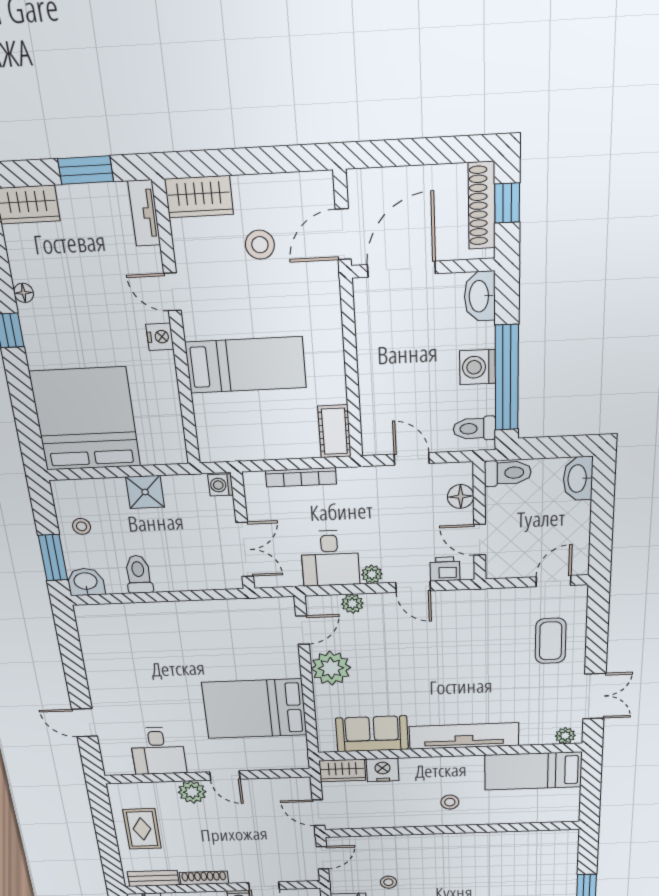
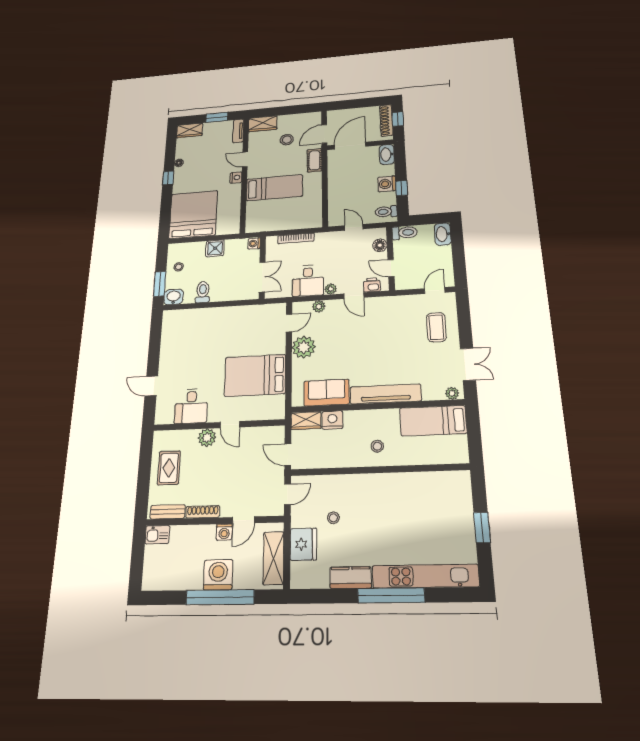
window: (507, 378) -> (402, 188), width x0.32
cot: (334, 431) -> (314, 160), moved

